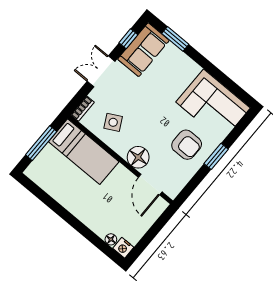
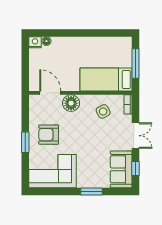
window: (175, 39) -> (92, 192), moved

